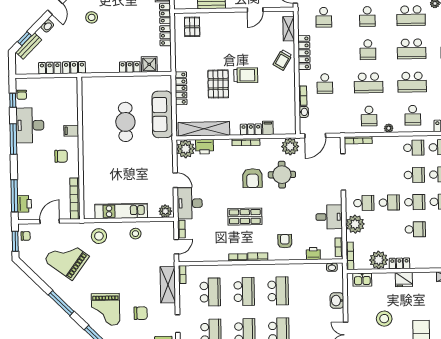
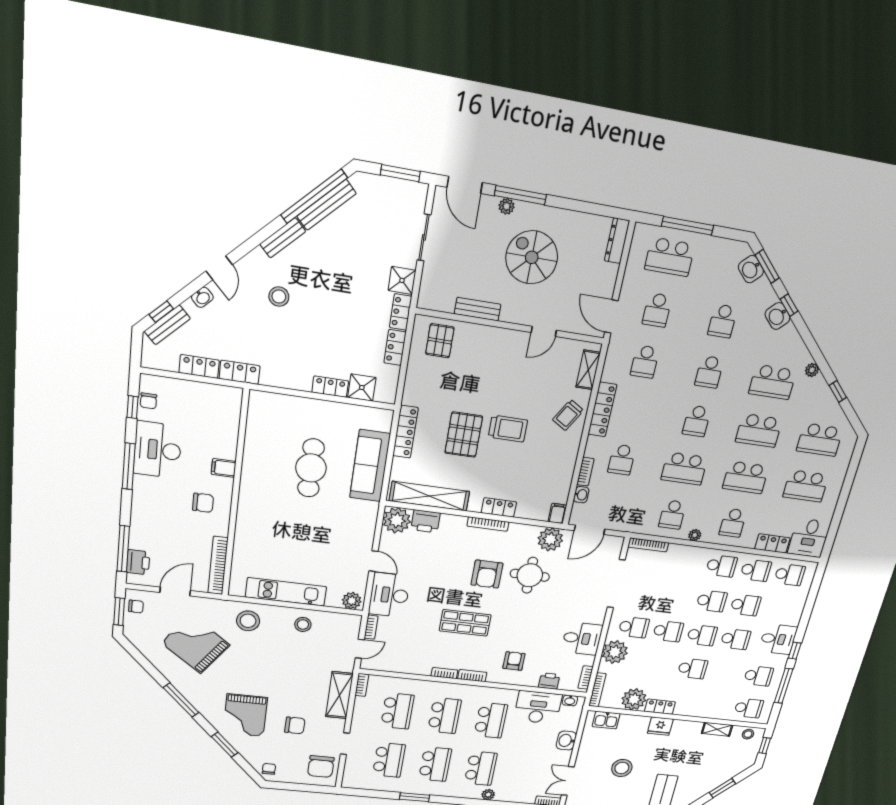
filing cabinet: (268, 128) -> (557, 513), moved
desk: (310, 276) -> (538, 707), added

